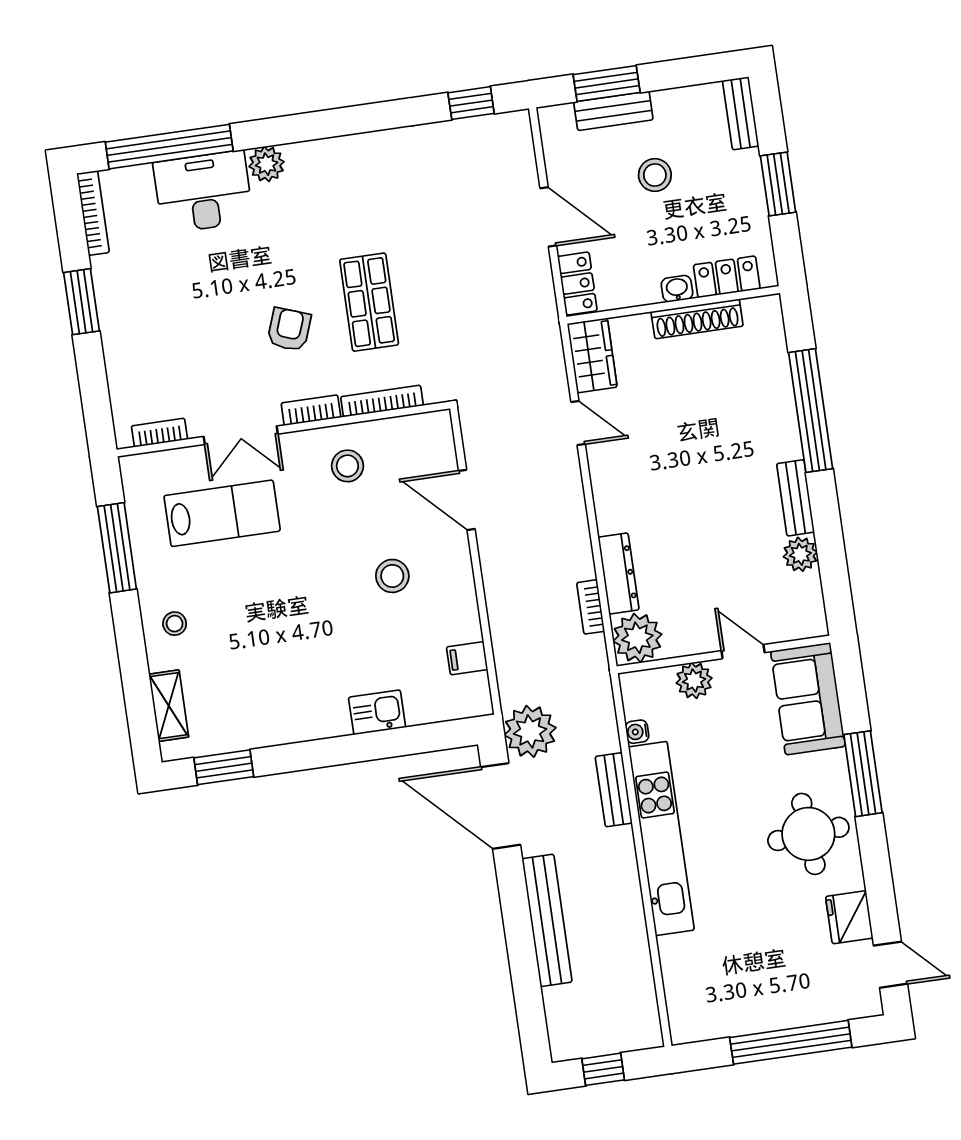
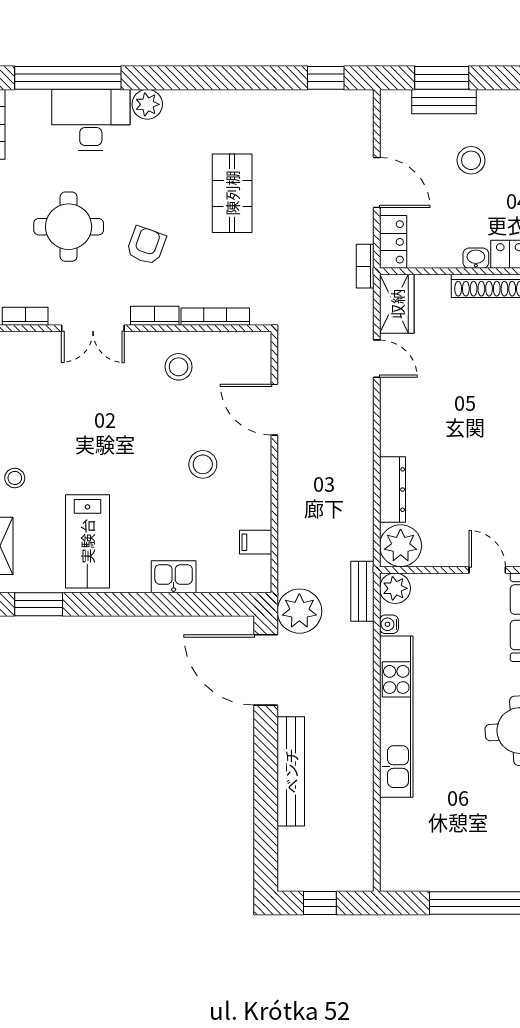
shop shelf: (369, 302) -> (232, 193), moved
round table: (195, 321) -> (69, 227), added
lab bench: (222, 513) -> (87, 541), moved, turned 90
bookcase: (591, 607) -> (365, 266), moved
plant: (694, 680) -> (395, 588), moved
bench: (614, 790) -> (362, 591), moved

